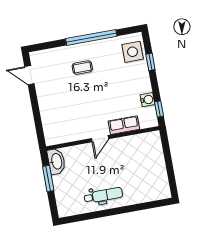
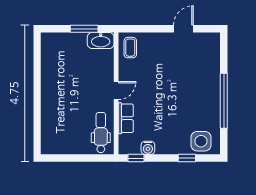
coffee table: (82, 67) -> (130, 48), moved
door: (29, 75) -> (183, 29), moved
door: (100, 139) -> (116, 91), swing flipped
dental chair: (103, 195) -> (101, 133), moved, turned 180

